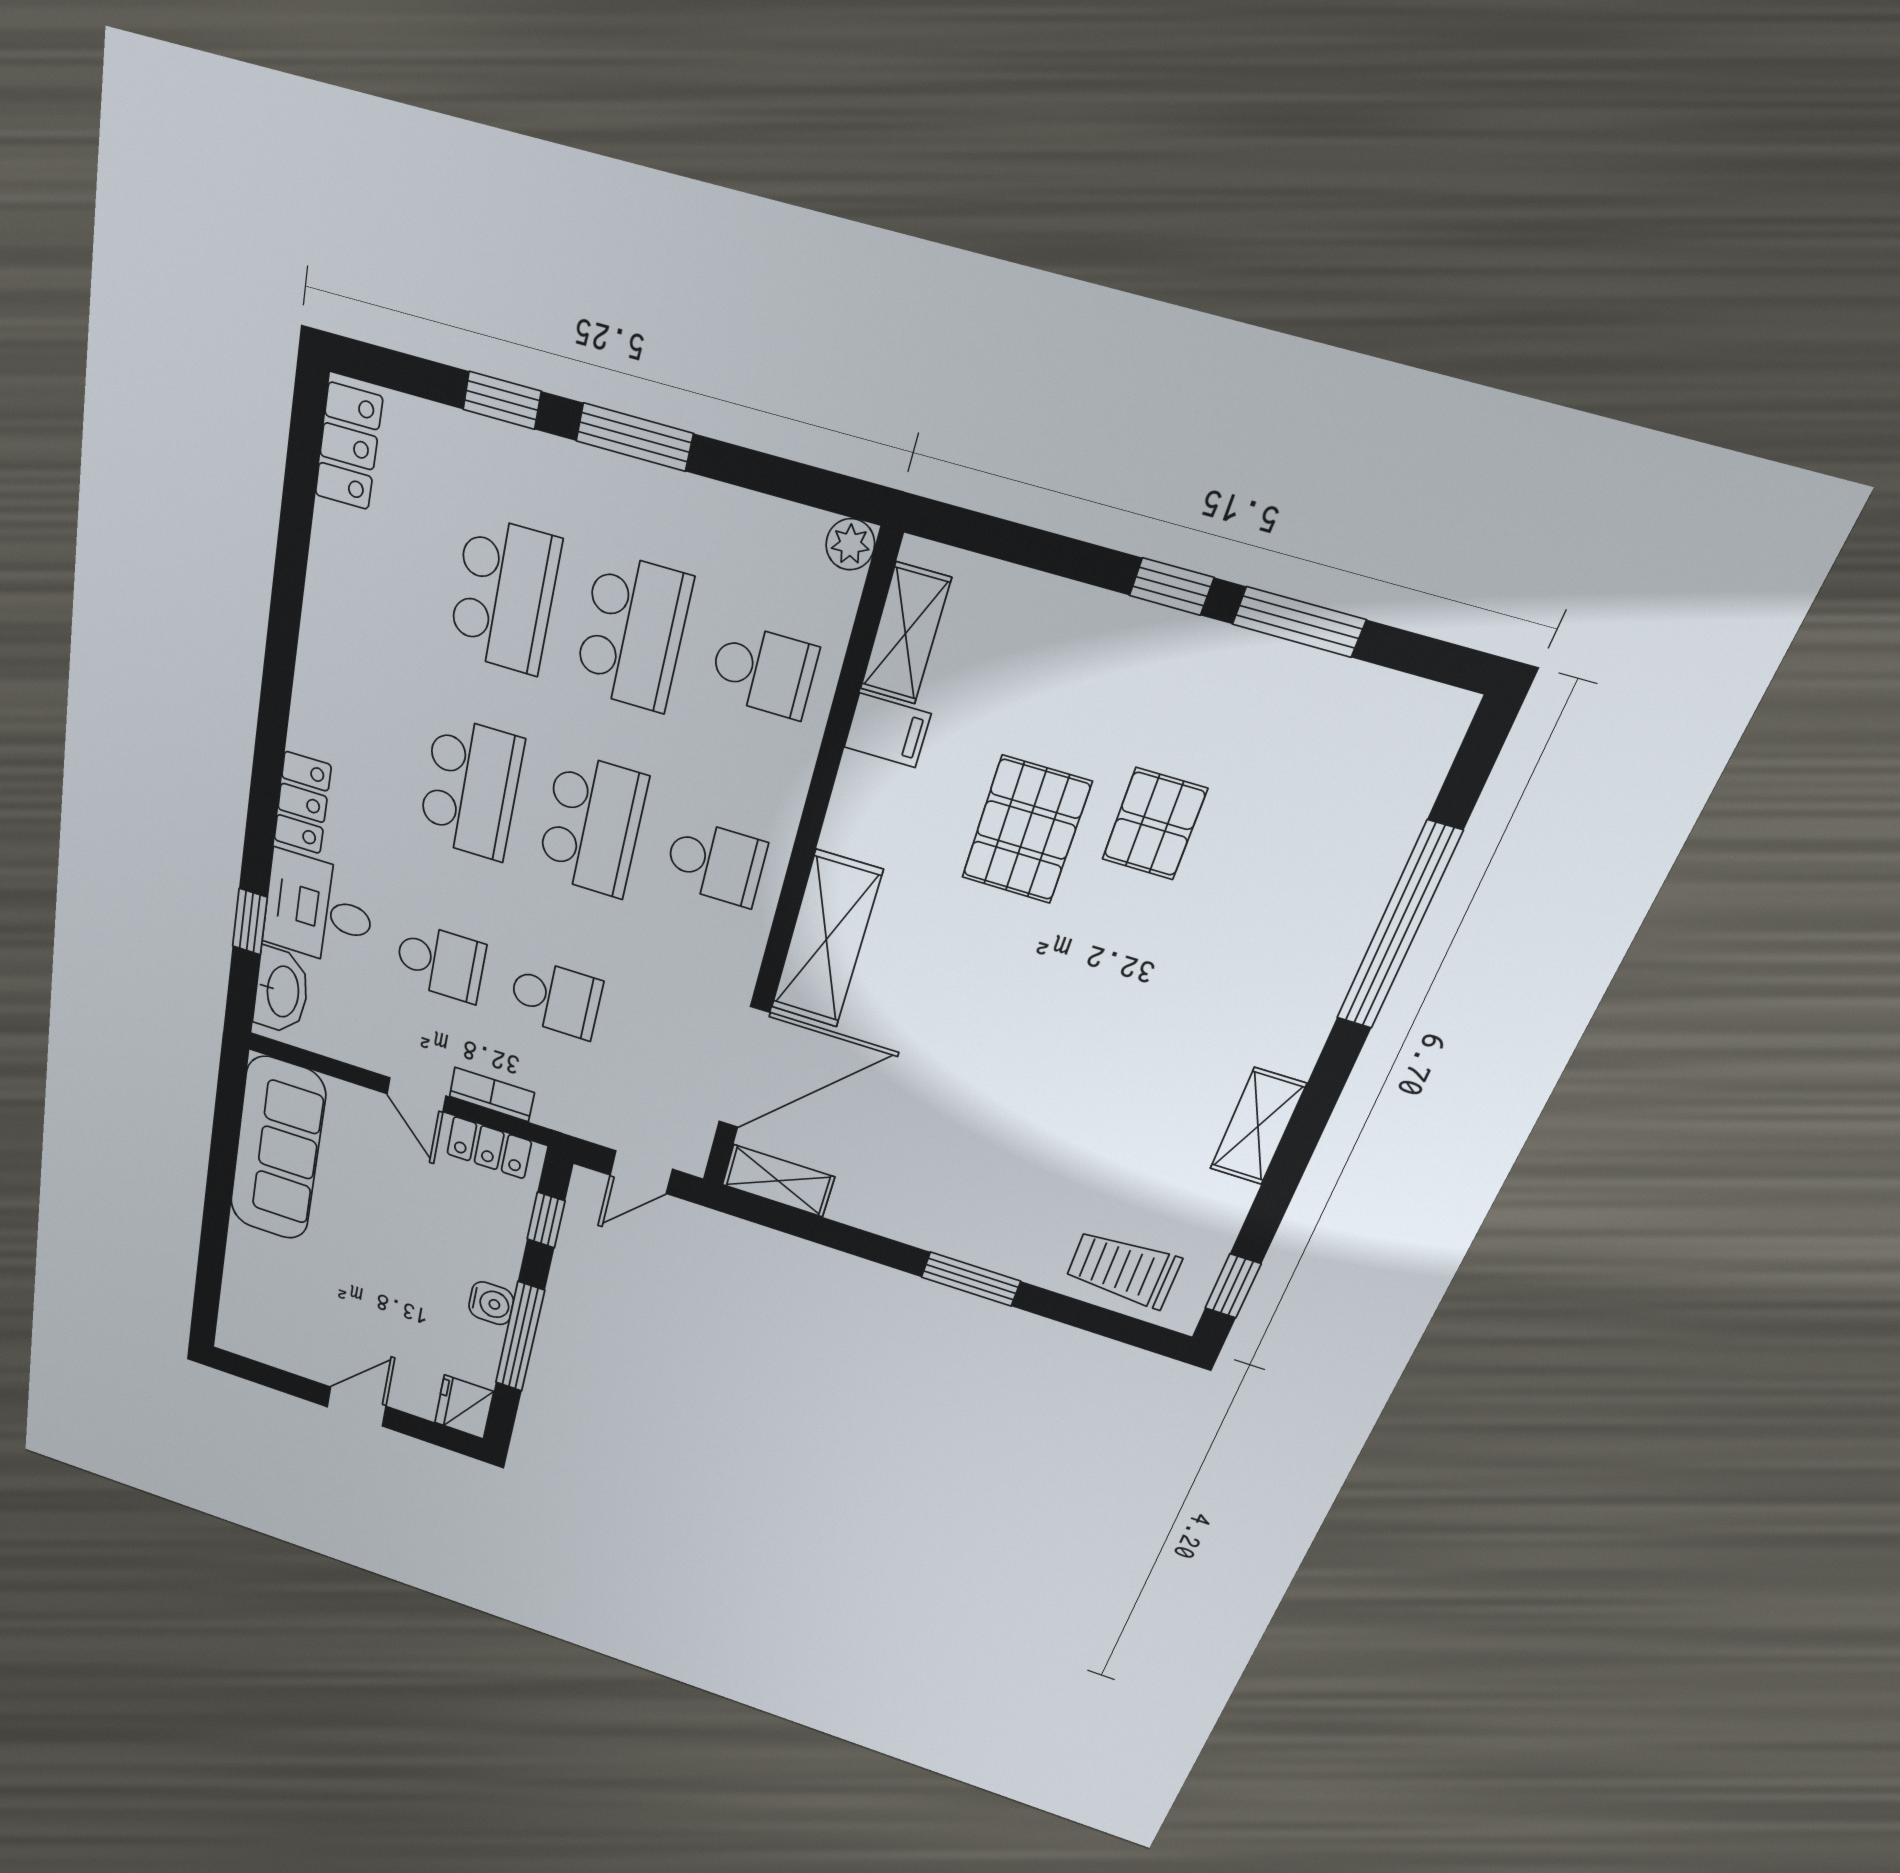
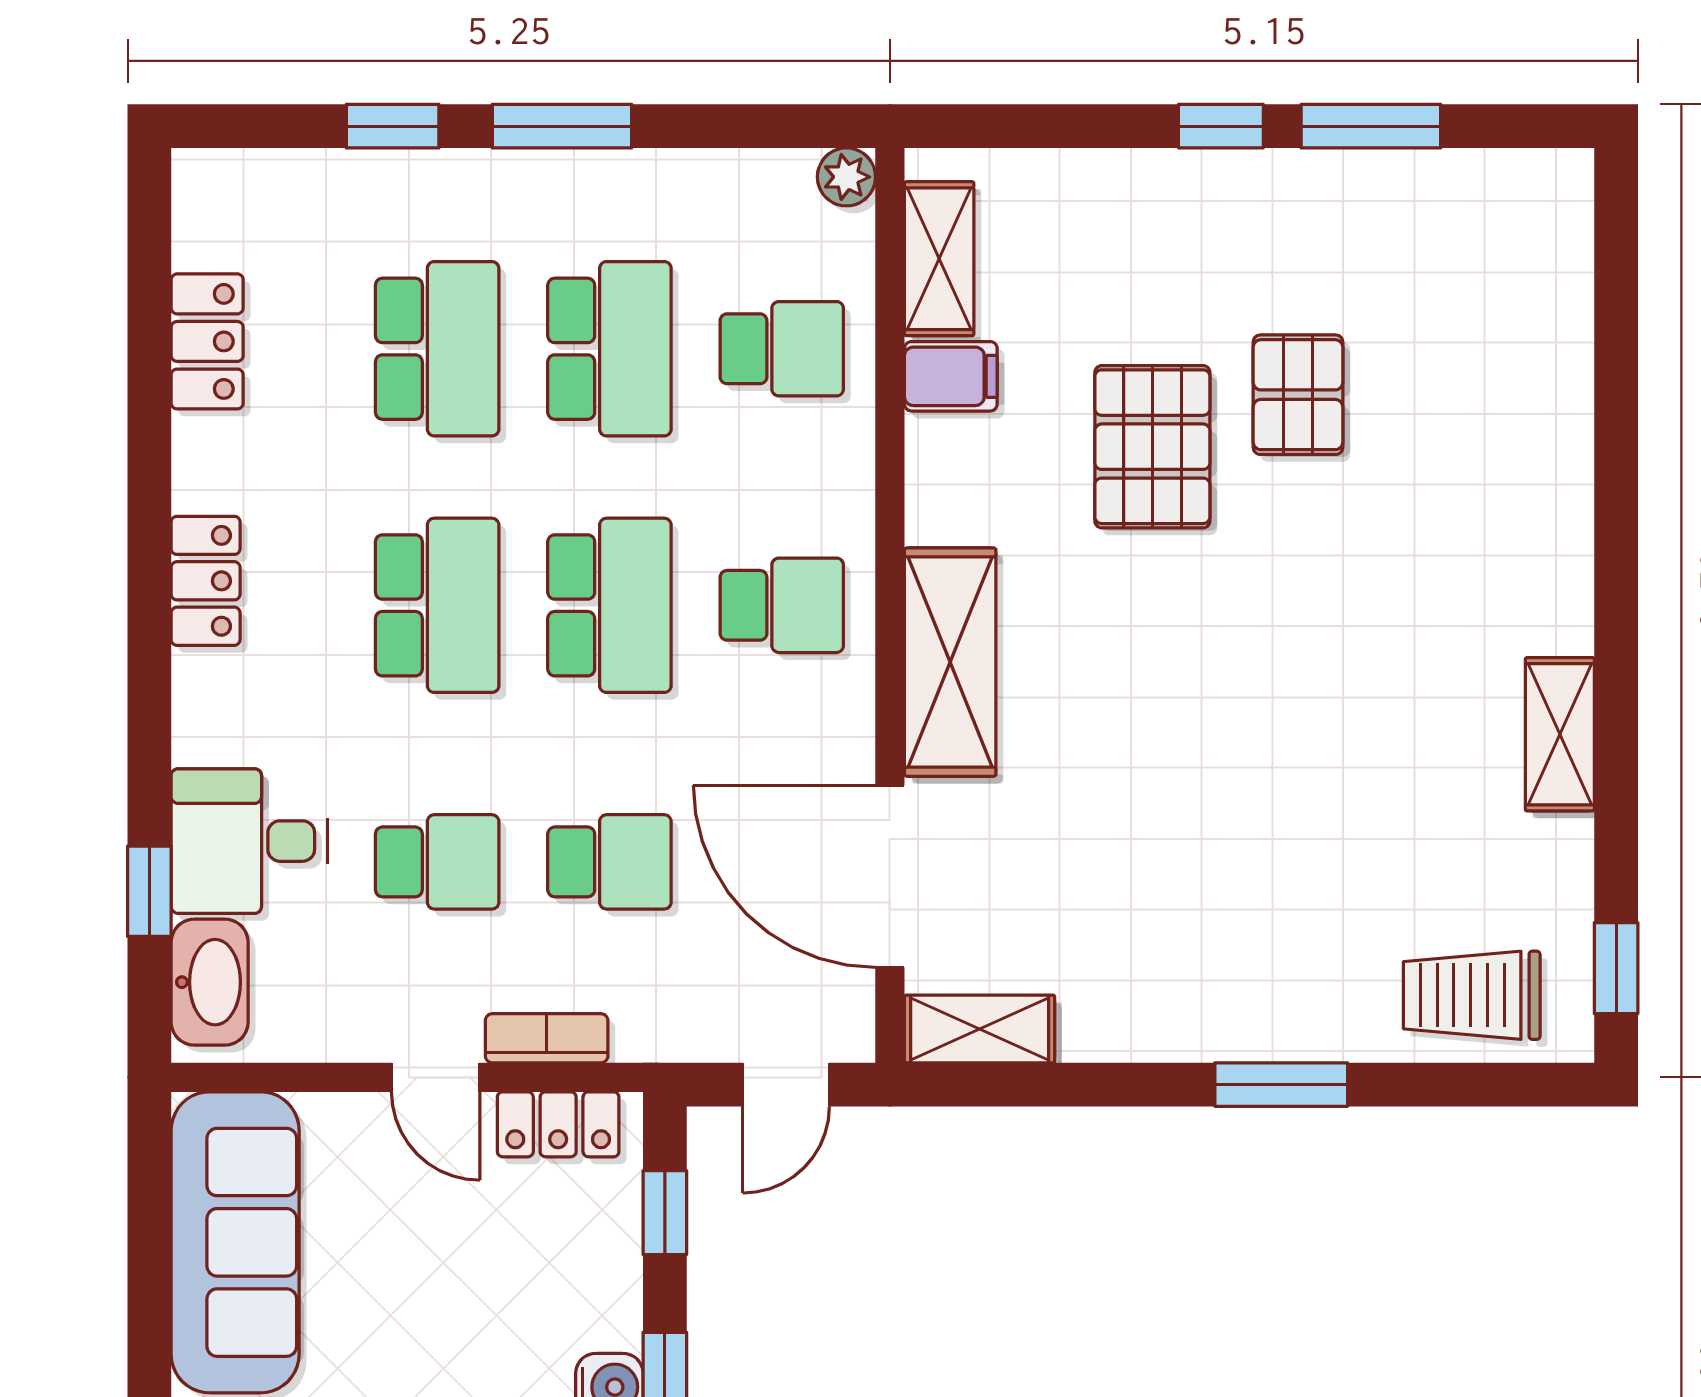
locker: (349, 446) -> (207, 341), moved
locker: (303, 803) -> (206, 581), moved
window: (1398, 926) -> (1616, 431), removed
door: (744, 1068) -> (890, 876), swing flipped

